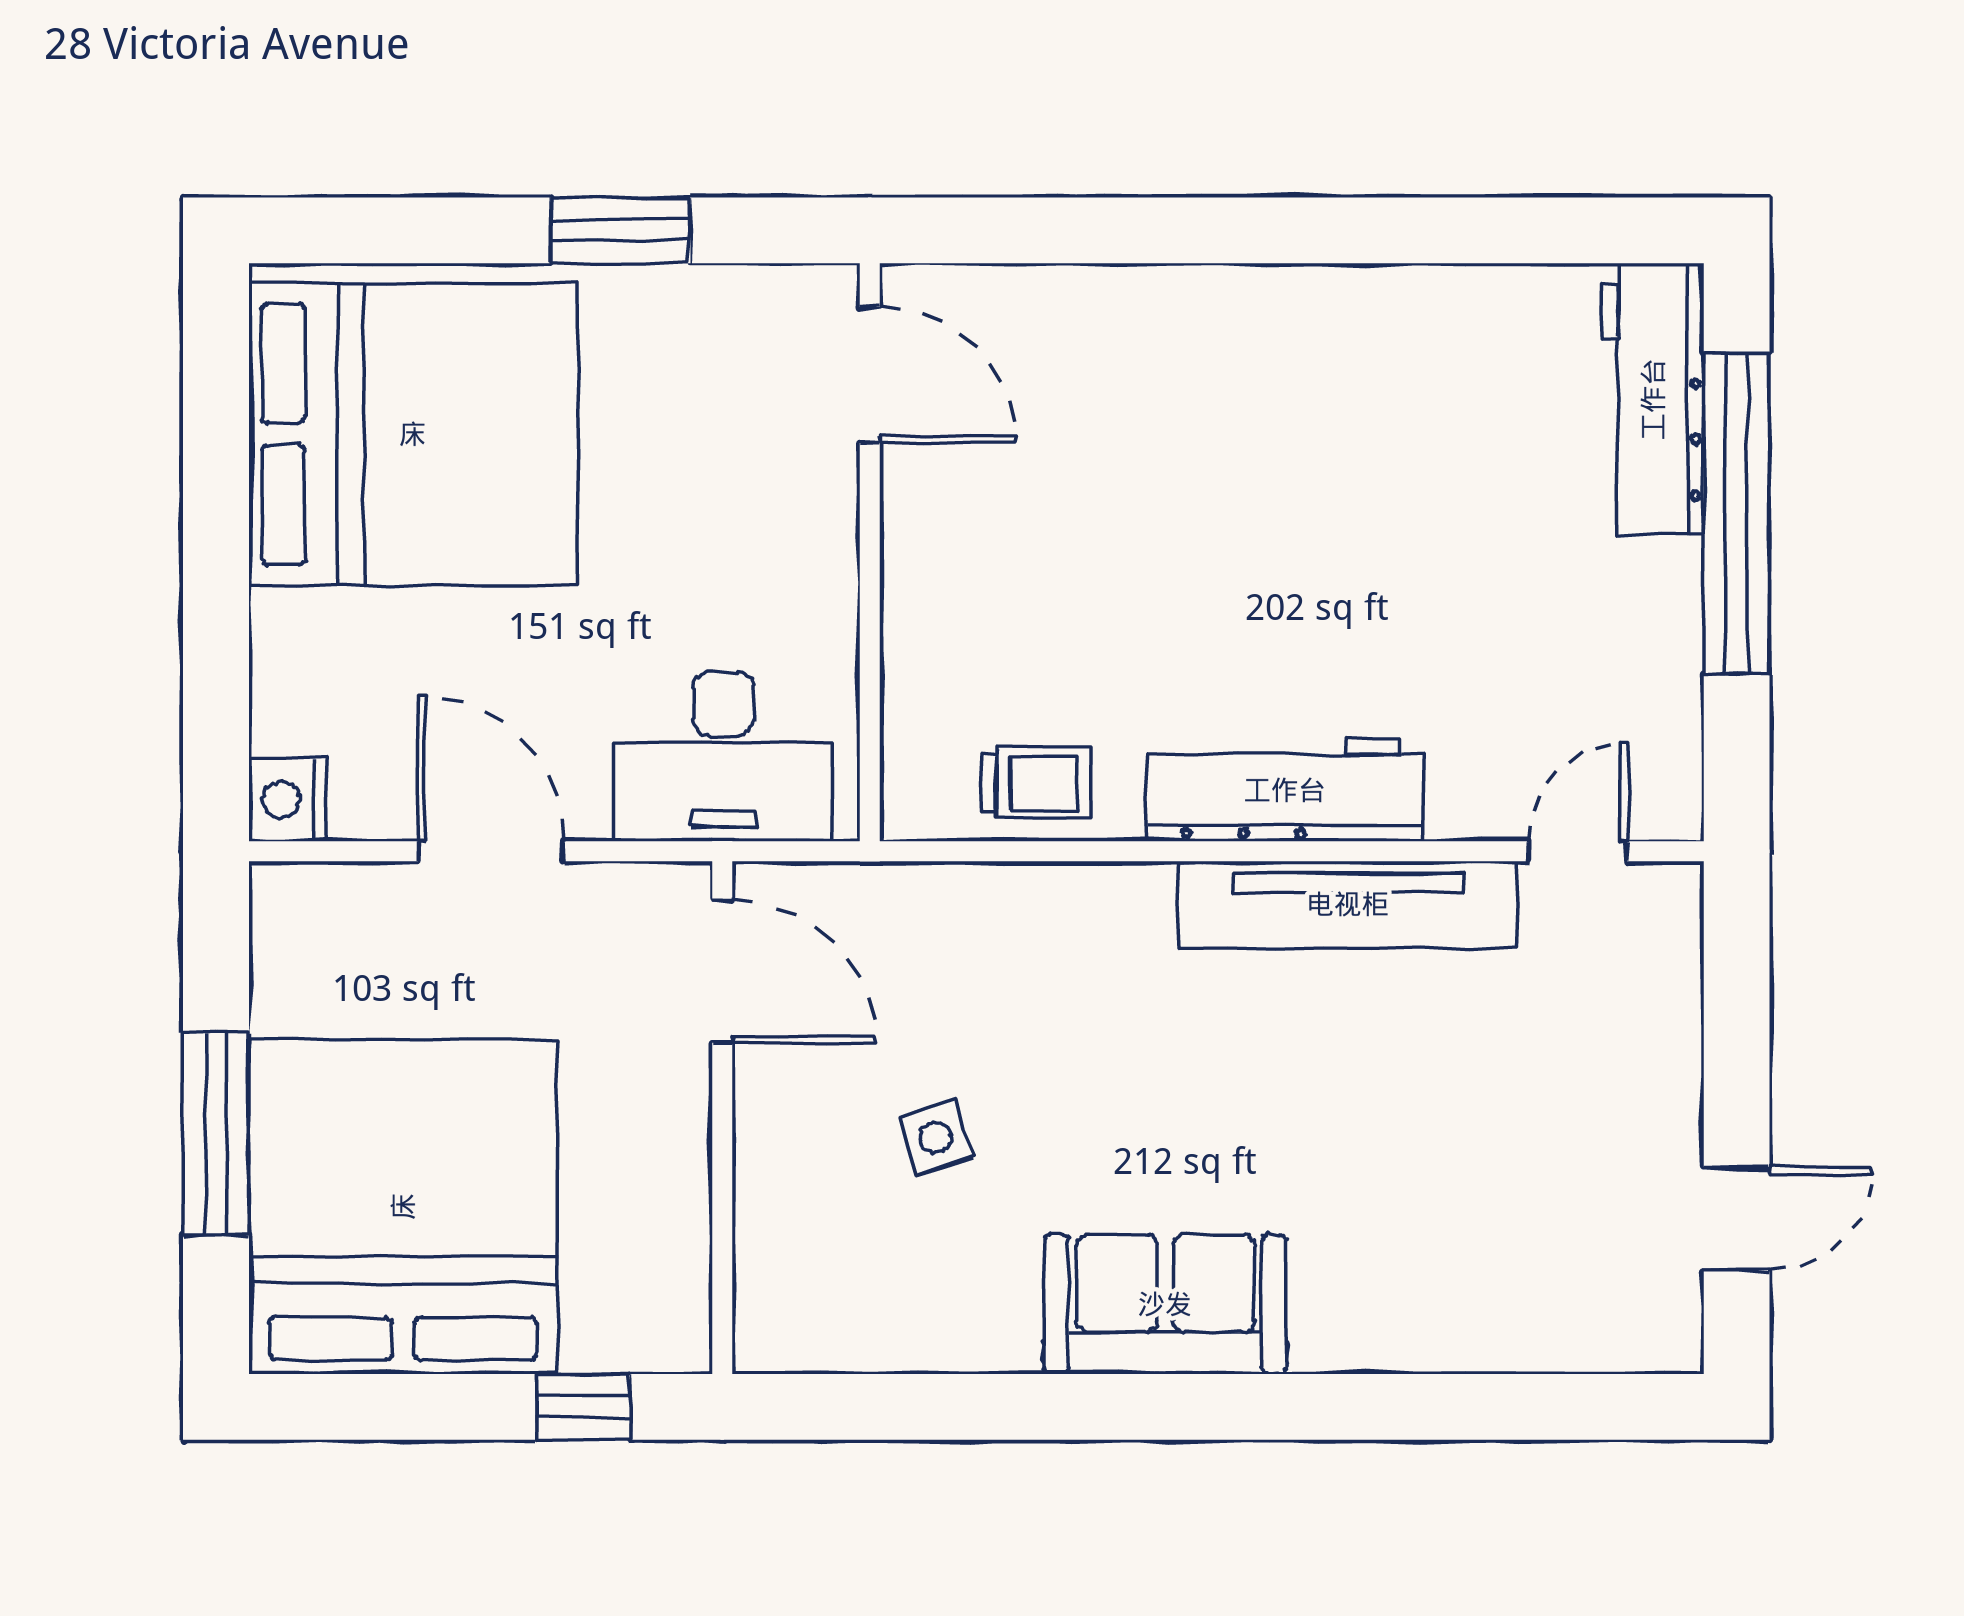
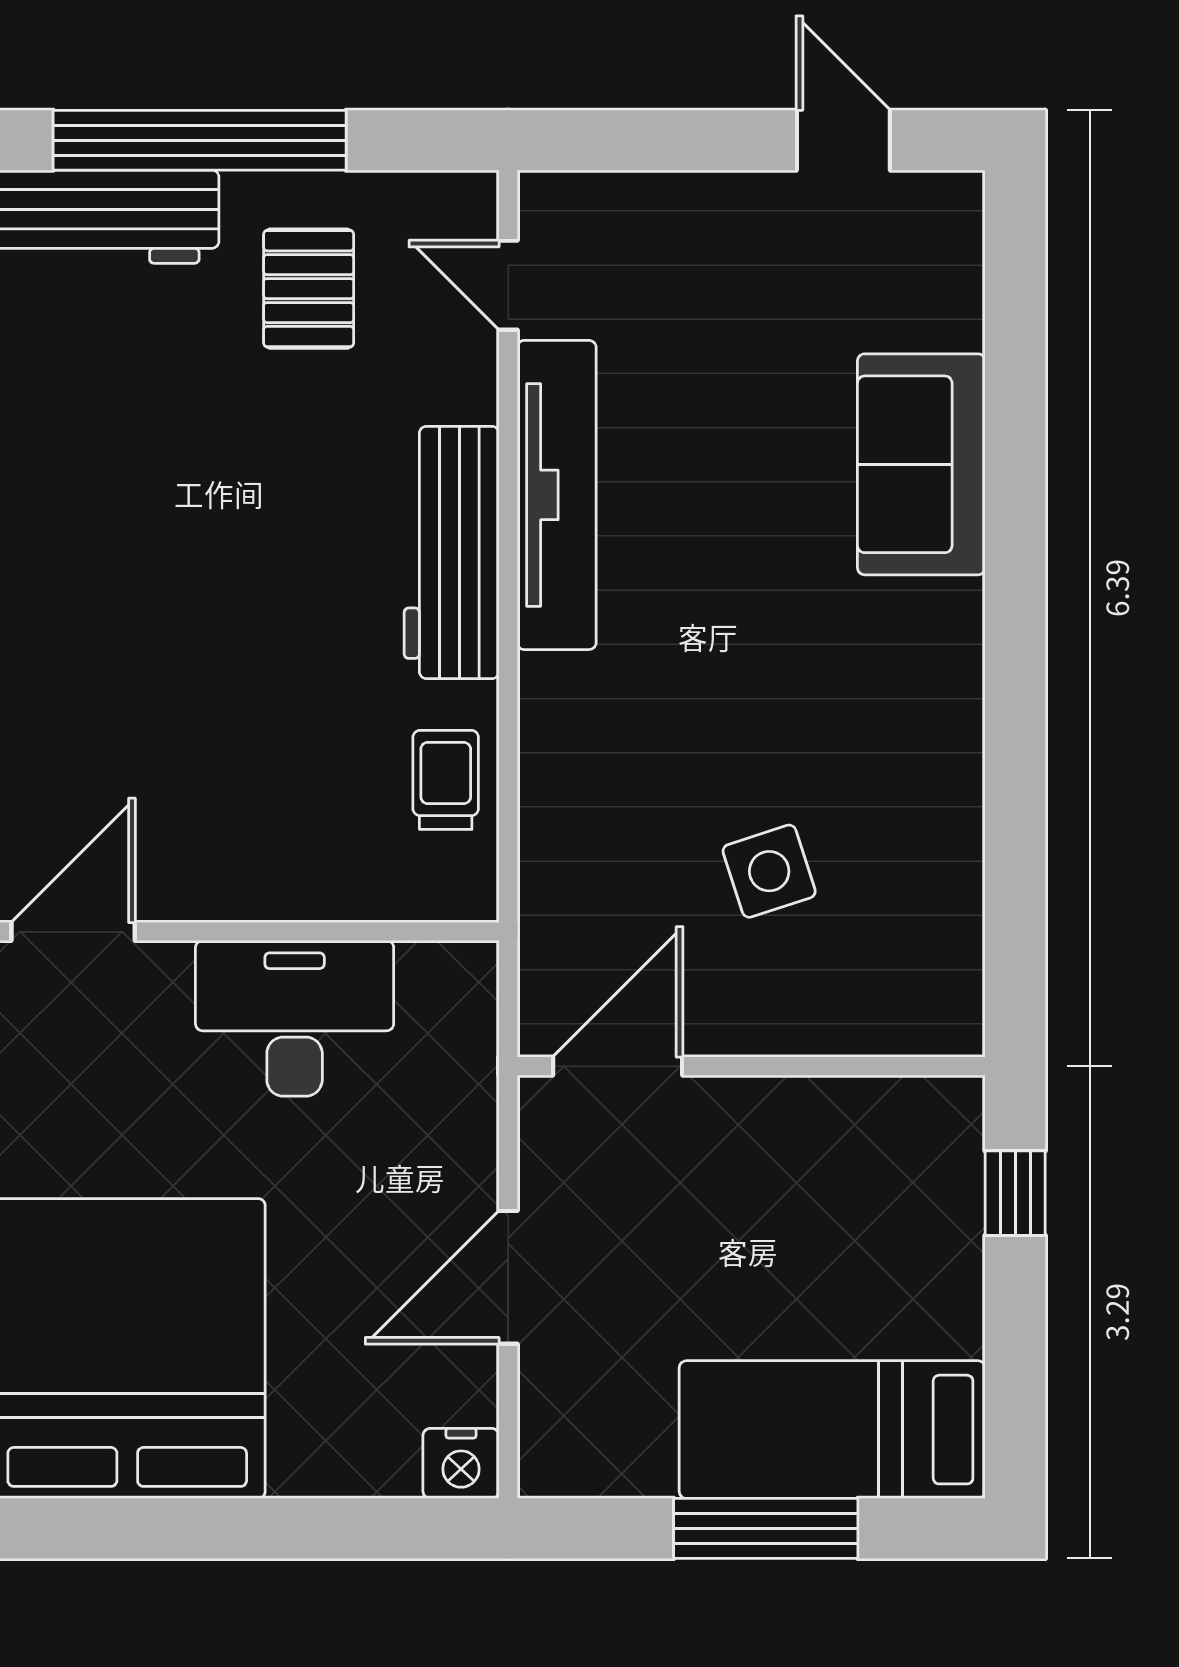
pallet: (1574, 633) -> (309, 289), added
desk: (724, 756) -> (295, 1018), moved, turned -90
side table: (936, 1137) -> (769, 871), width x1.37, depth x1.37
bed: (403, 1206) -> (832, 1430), width x0.49
sofa: (1165, 1304) -> (921, 464), moved

